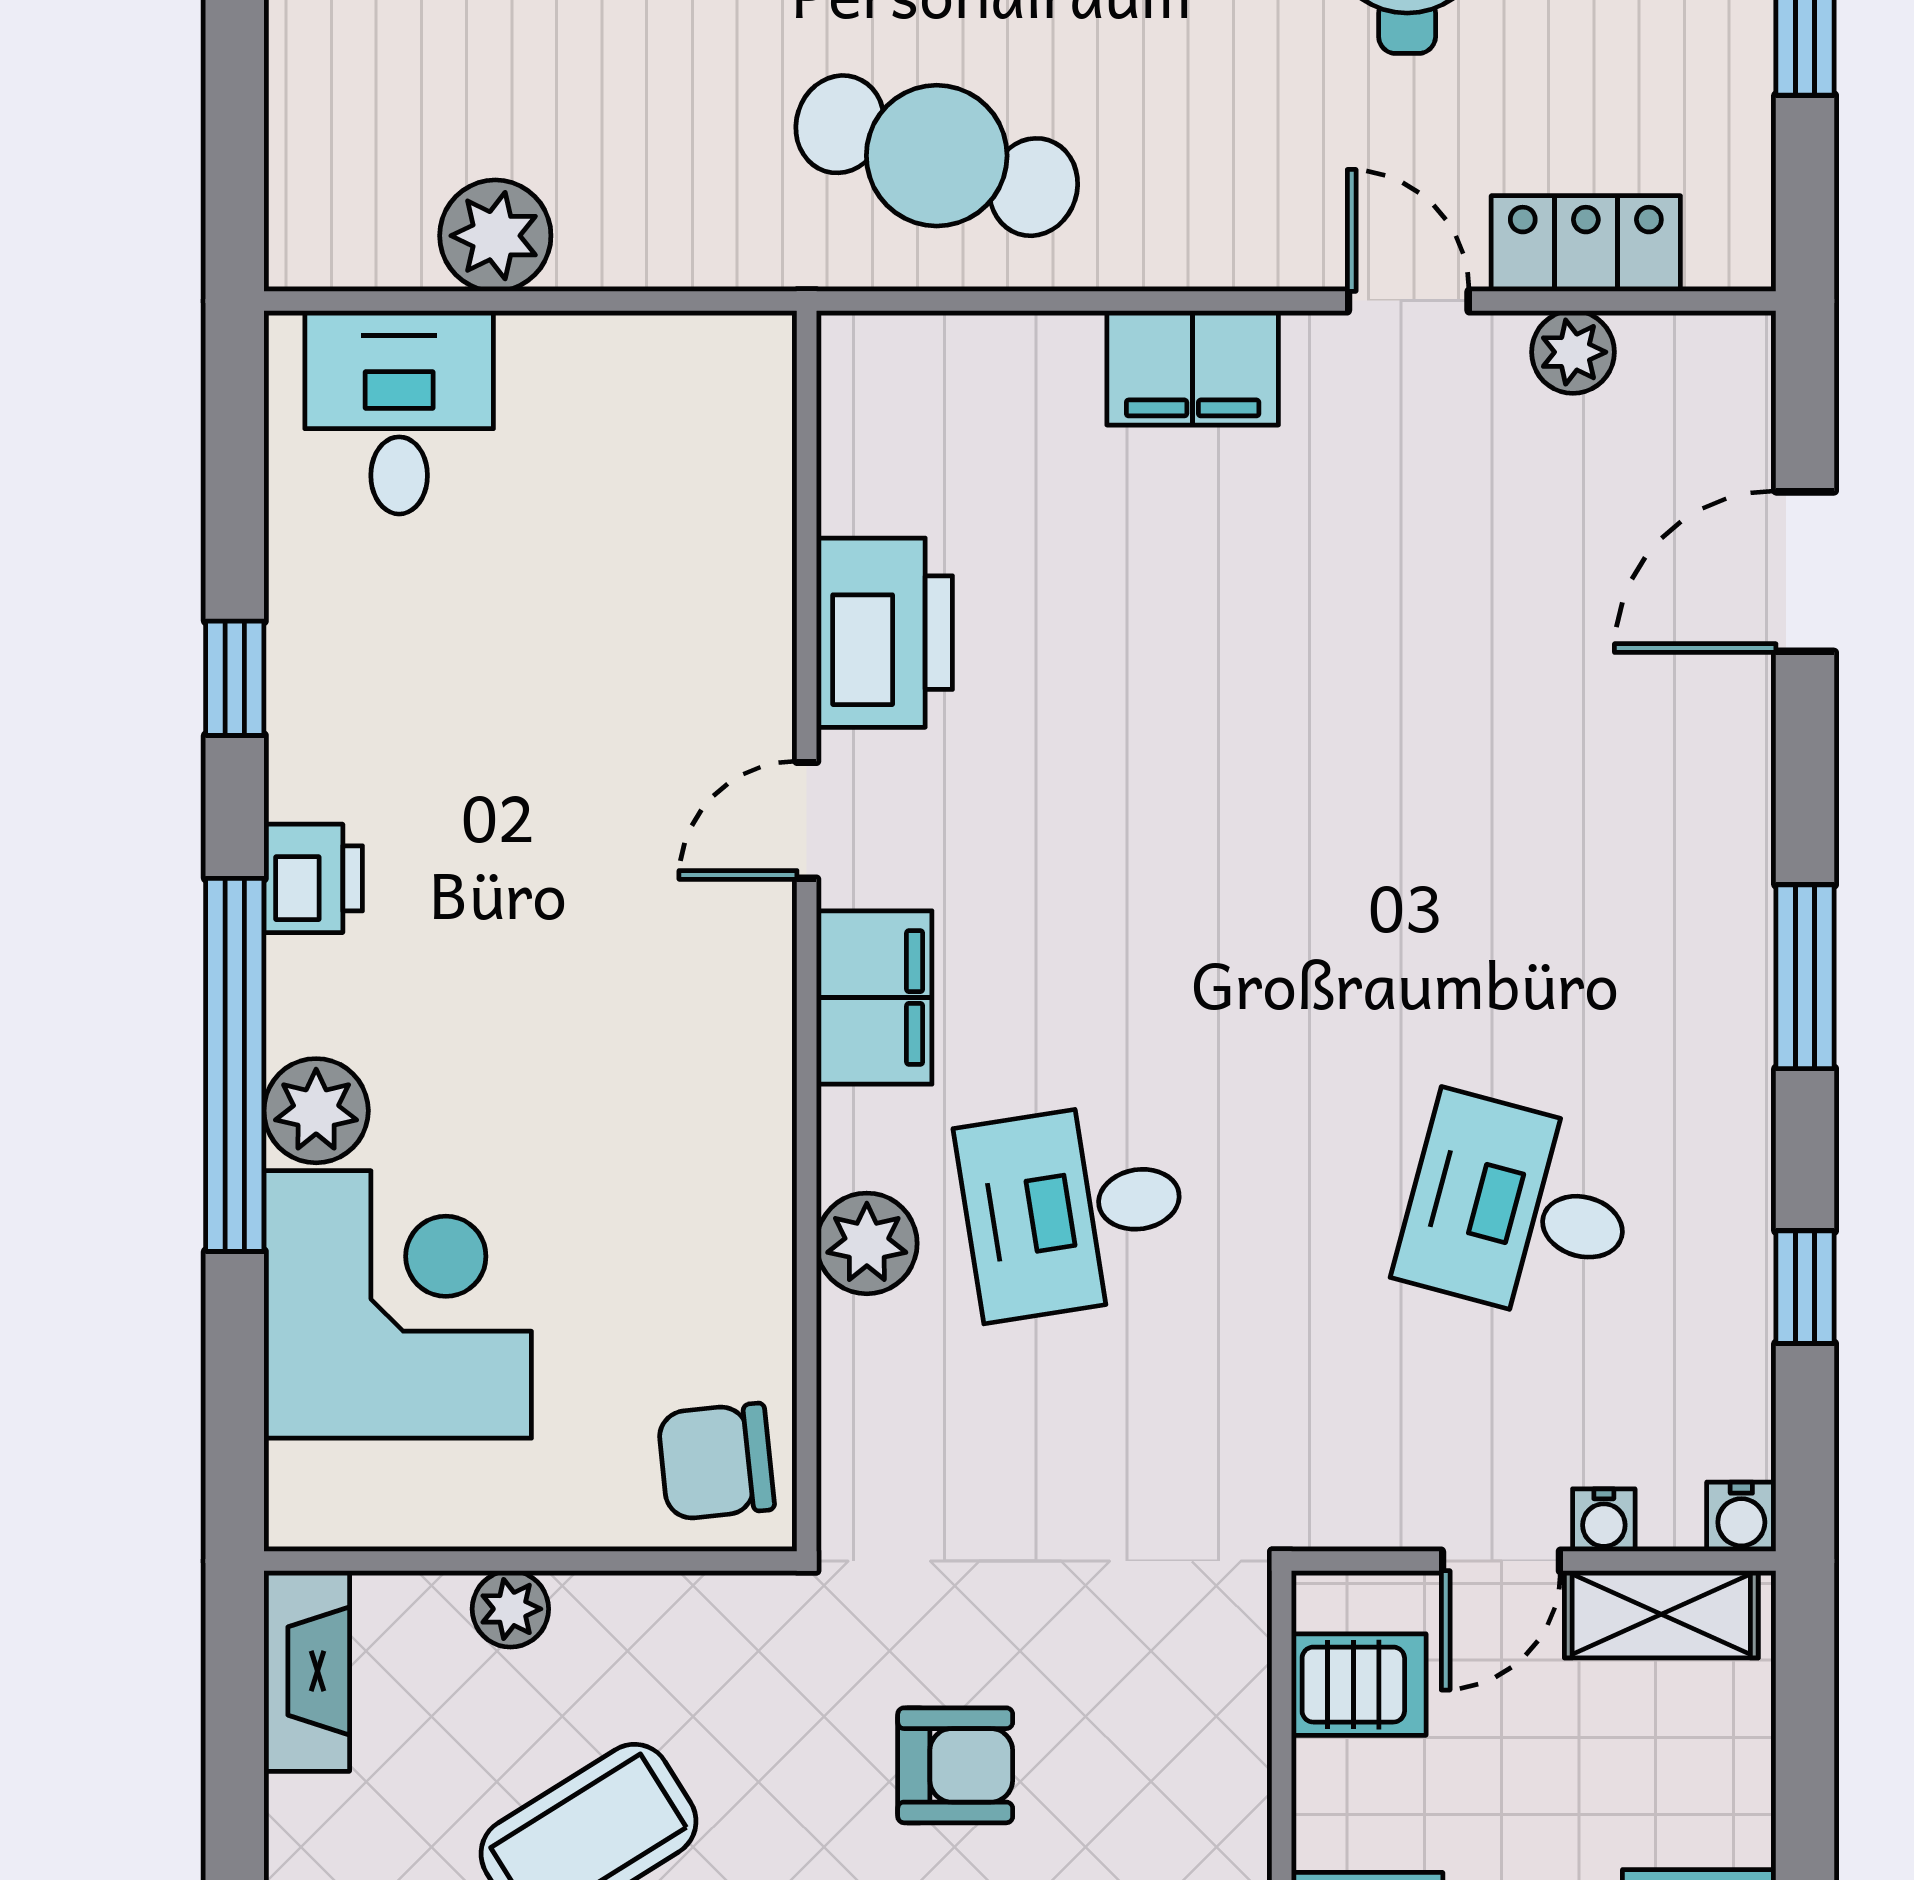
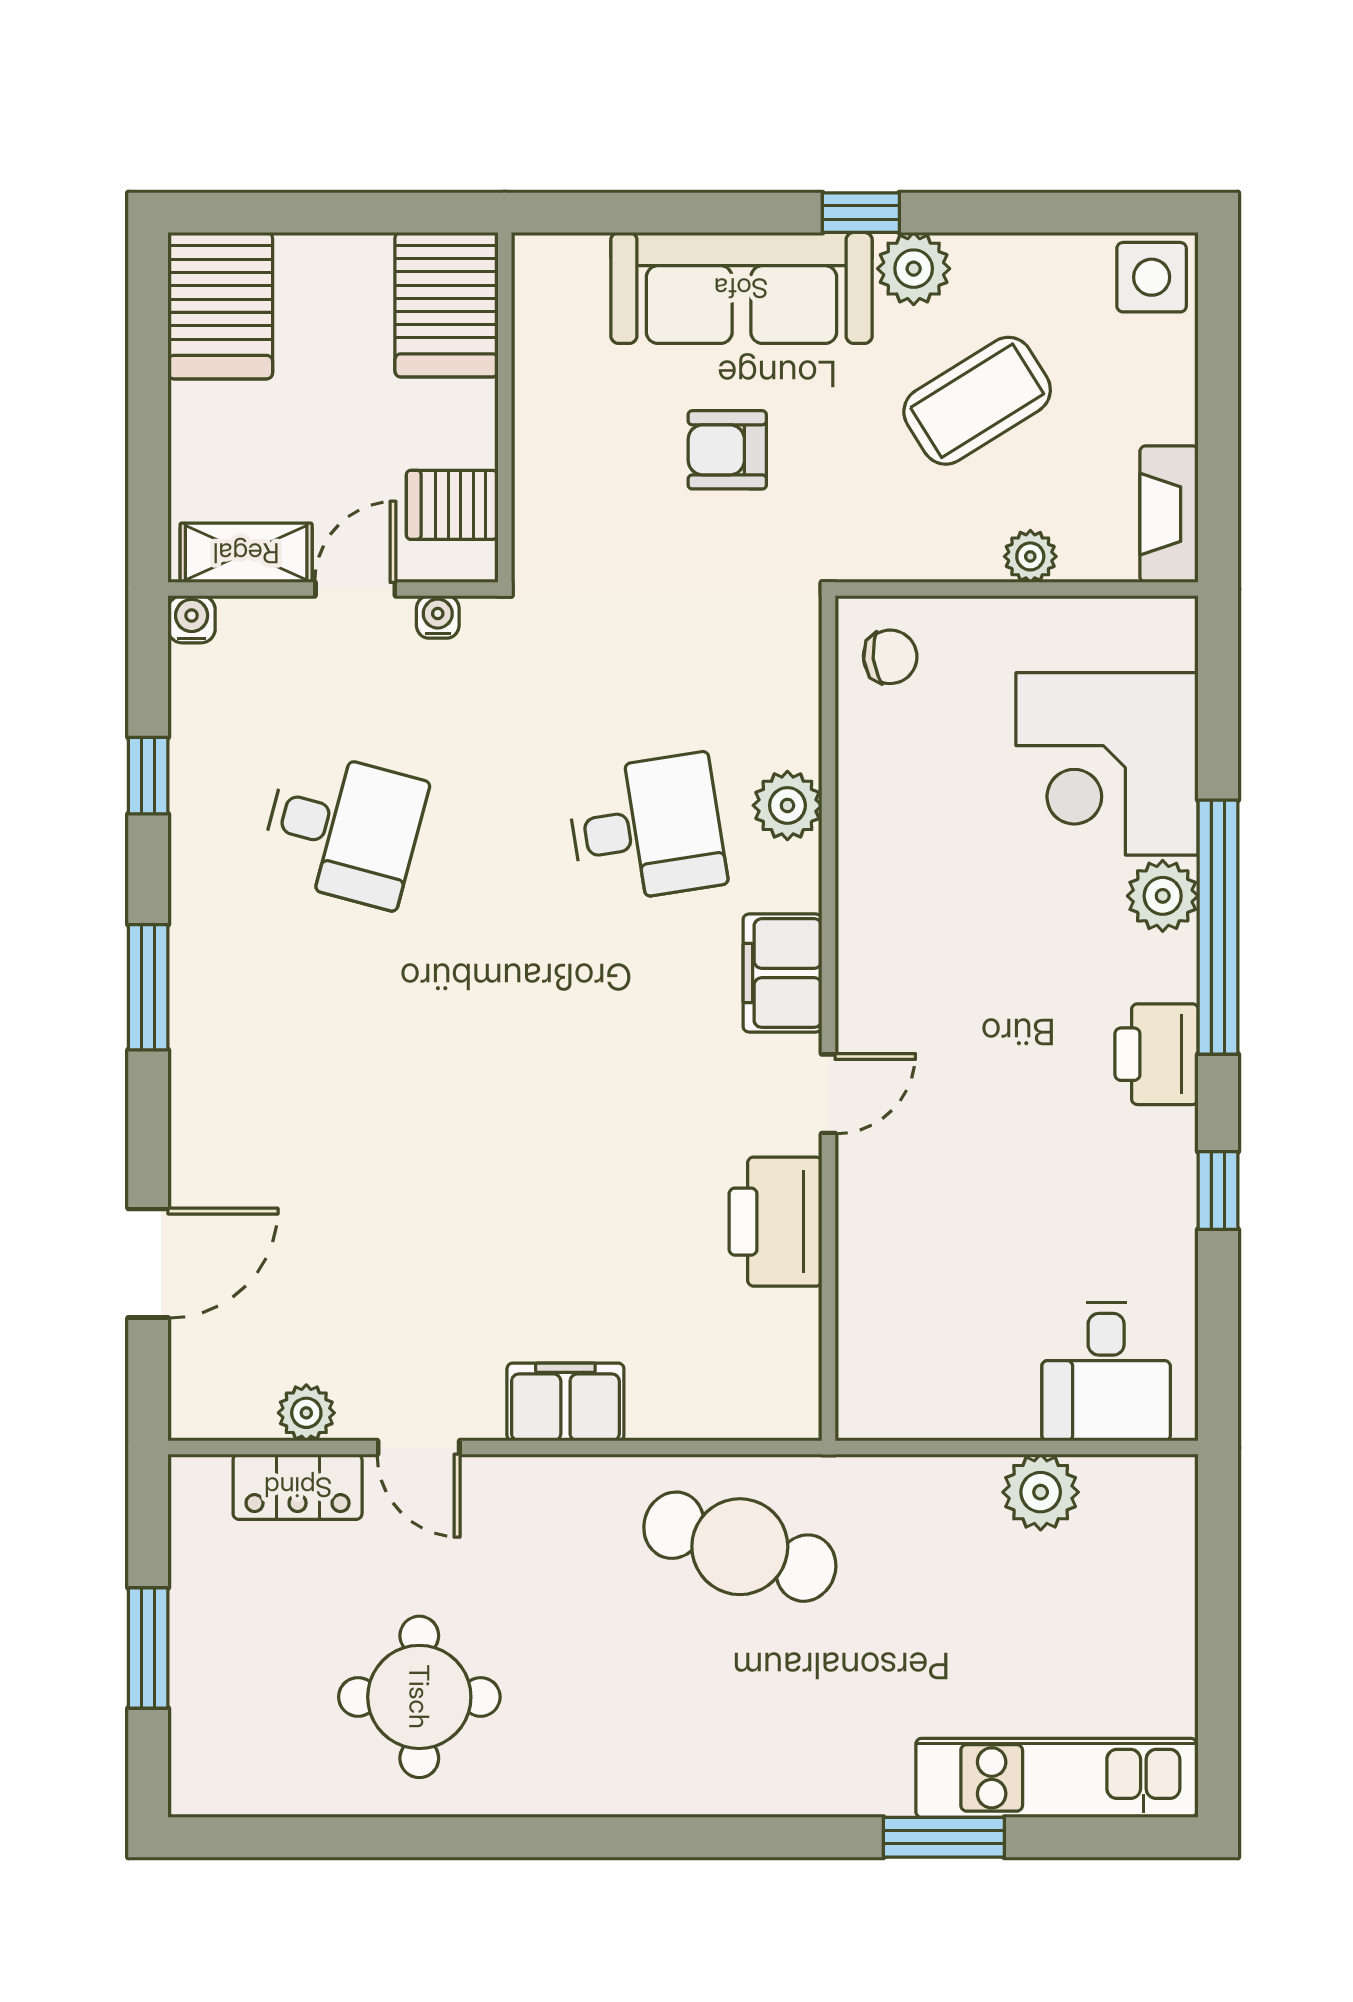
printer: (313, 878) -> (1157, 1054), width x1.36, depth x1.24
chair: (716, 1462) -> (890, 657), width x0.73, depth x0.73
water cooler: (1604, 1520) -> (438, 617), moved

